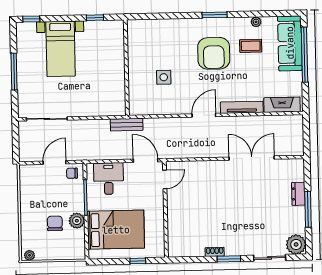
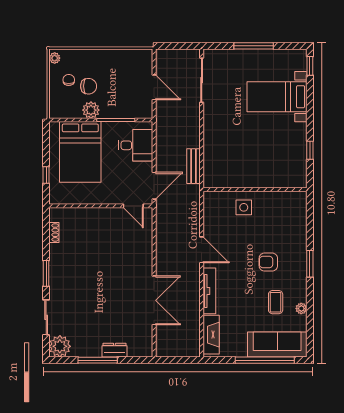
window: (95, 18) -> (310, 150), moved
armchair: (214, 53) -> (268, 262), width x0.53, depth x0.53
wall: (126, 68) -> (255, 190), moved
chair: (72, 173) -> (69, 80), moved
shoe rack: (215, 252) -> (54, 232), moved

